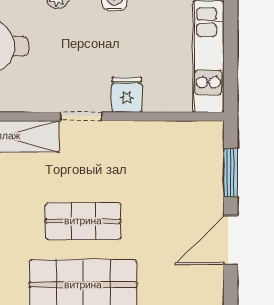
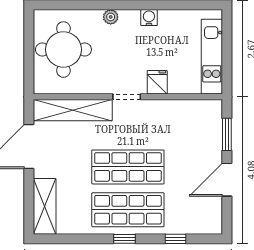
shop shelf: (83, 221) -> (128, 167), width x1.43, depth x1.36

